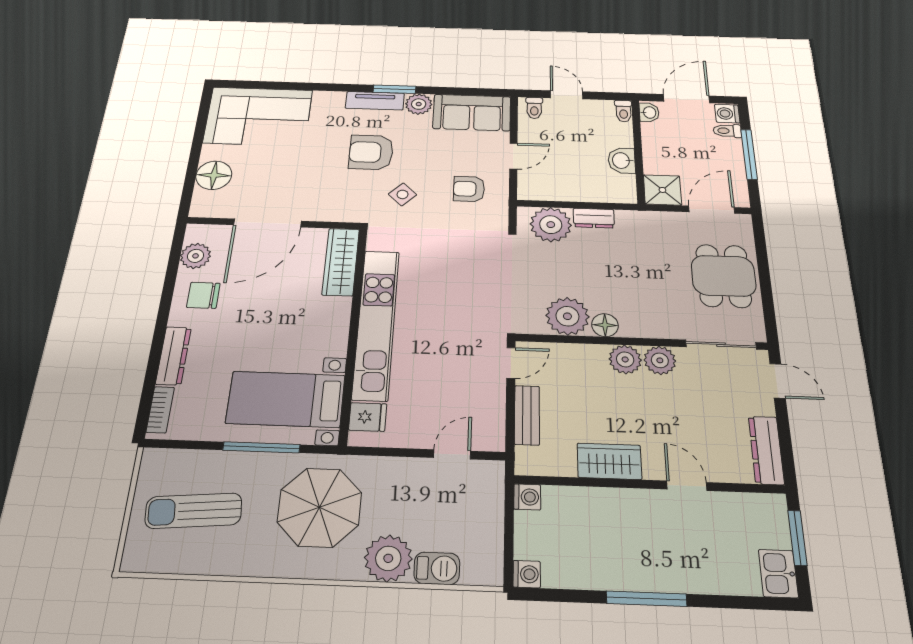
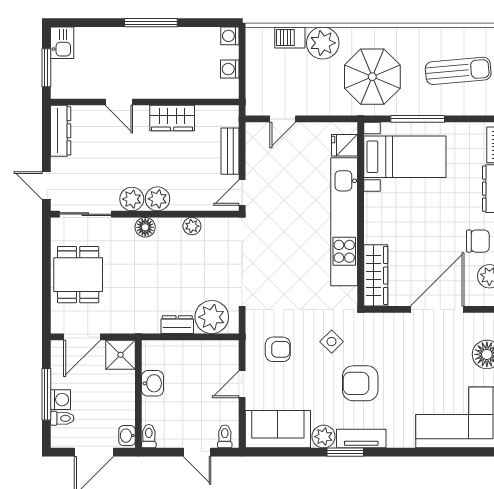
washing machine: (727, 114) -> (60, 400), moved
armchair: (371, 152) -> (360, 383), turned 180
plant: (567, 316) -> (192, 226), width x0.53, depth x0.53
floor lamp: (605, 325) -> (145, 227), moved
washing machine: (527, 497) -> (230, 69), moved

